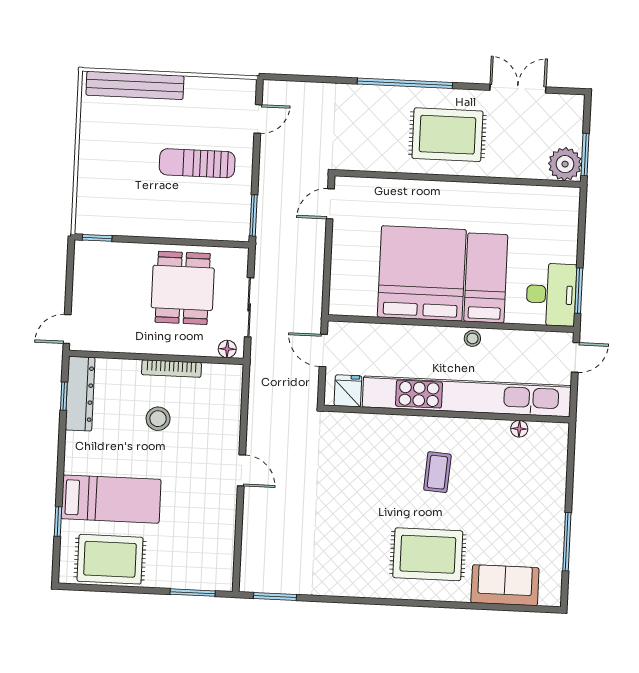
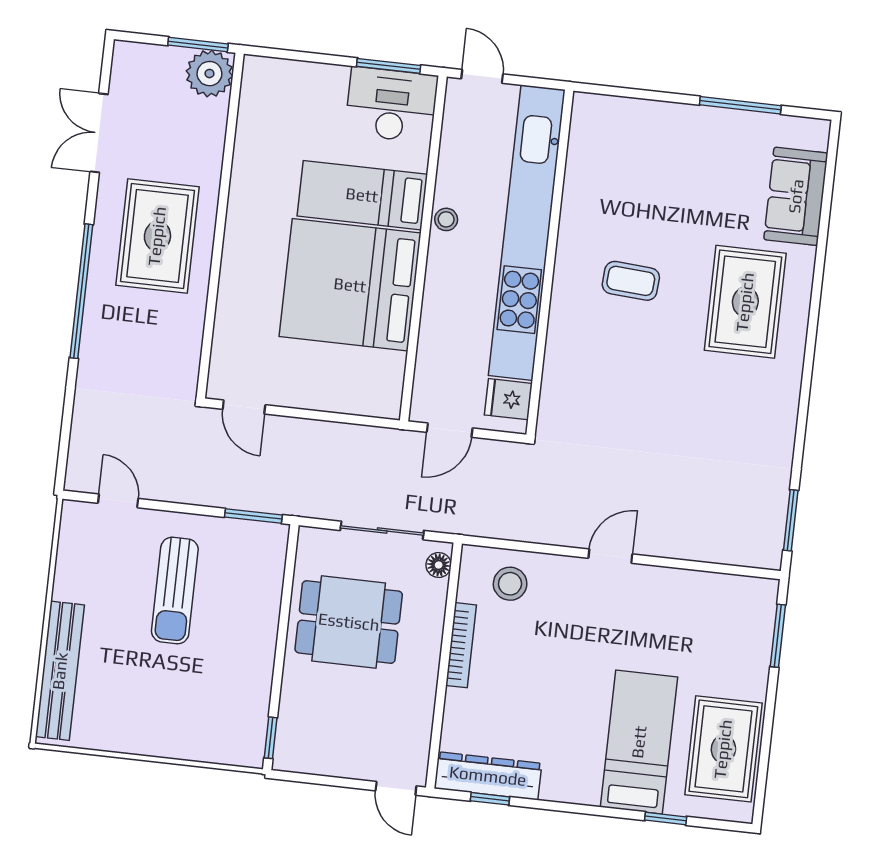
stool: (158, 419) -> (510, 584), moved
floor lamp: (519, 429) -> (577, 162), removed

